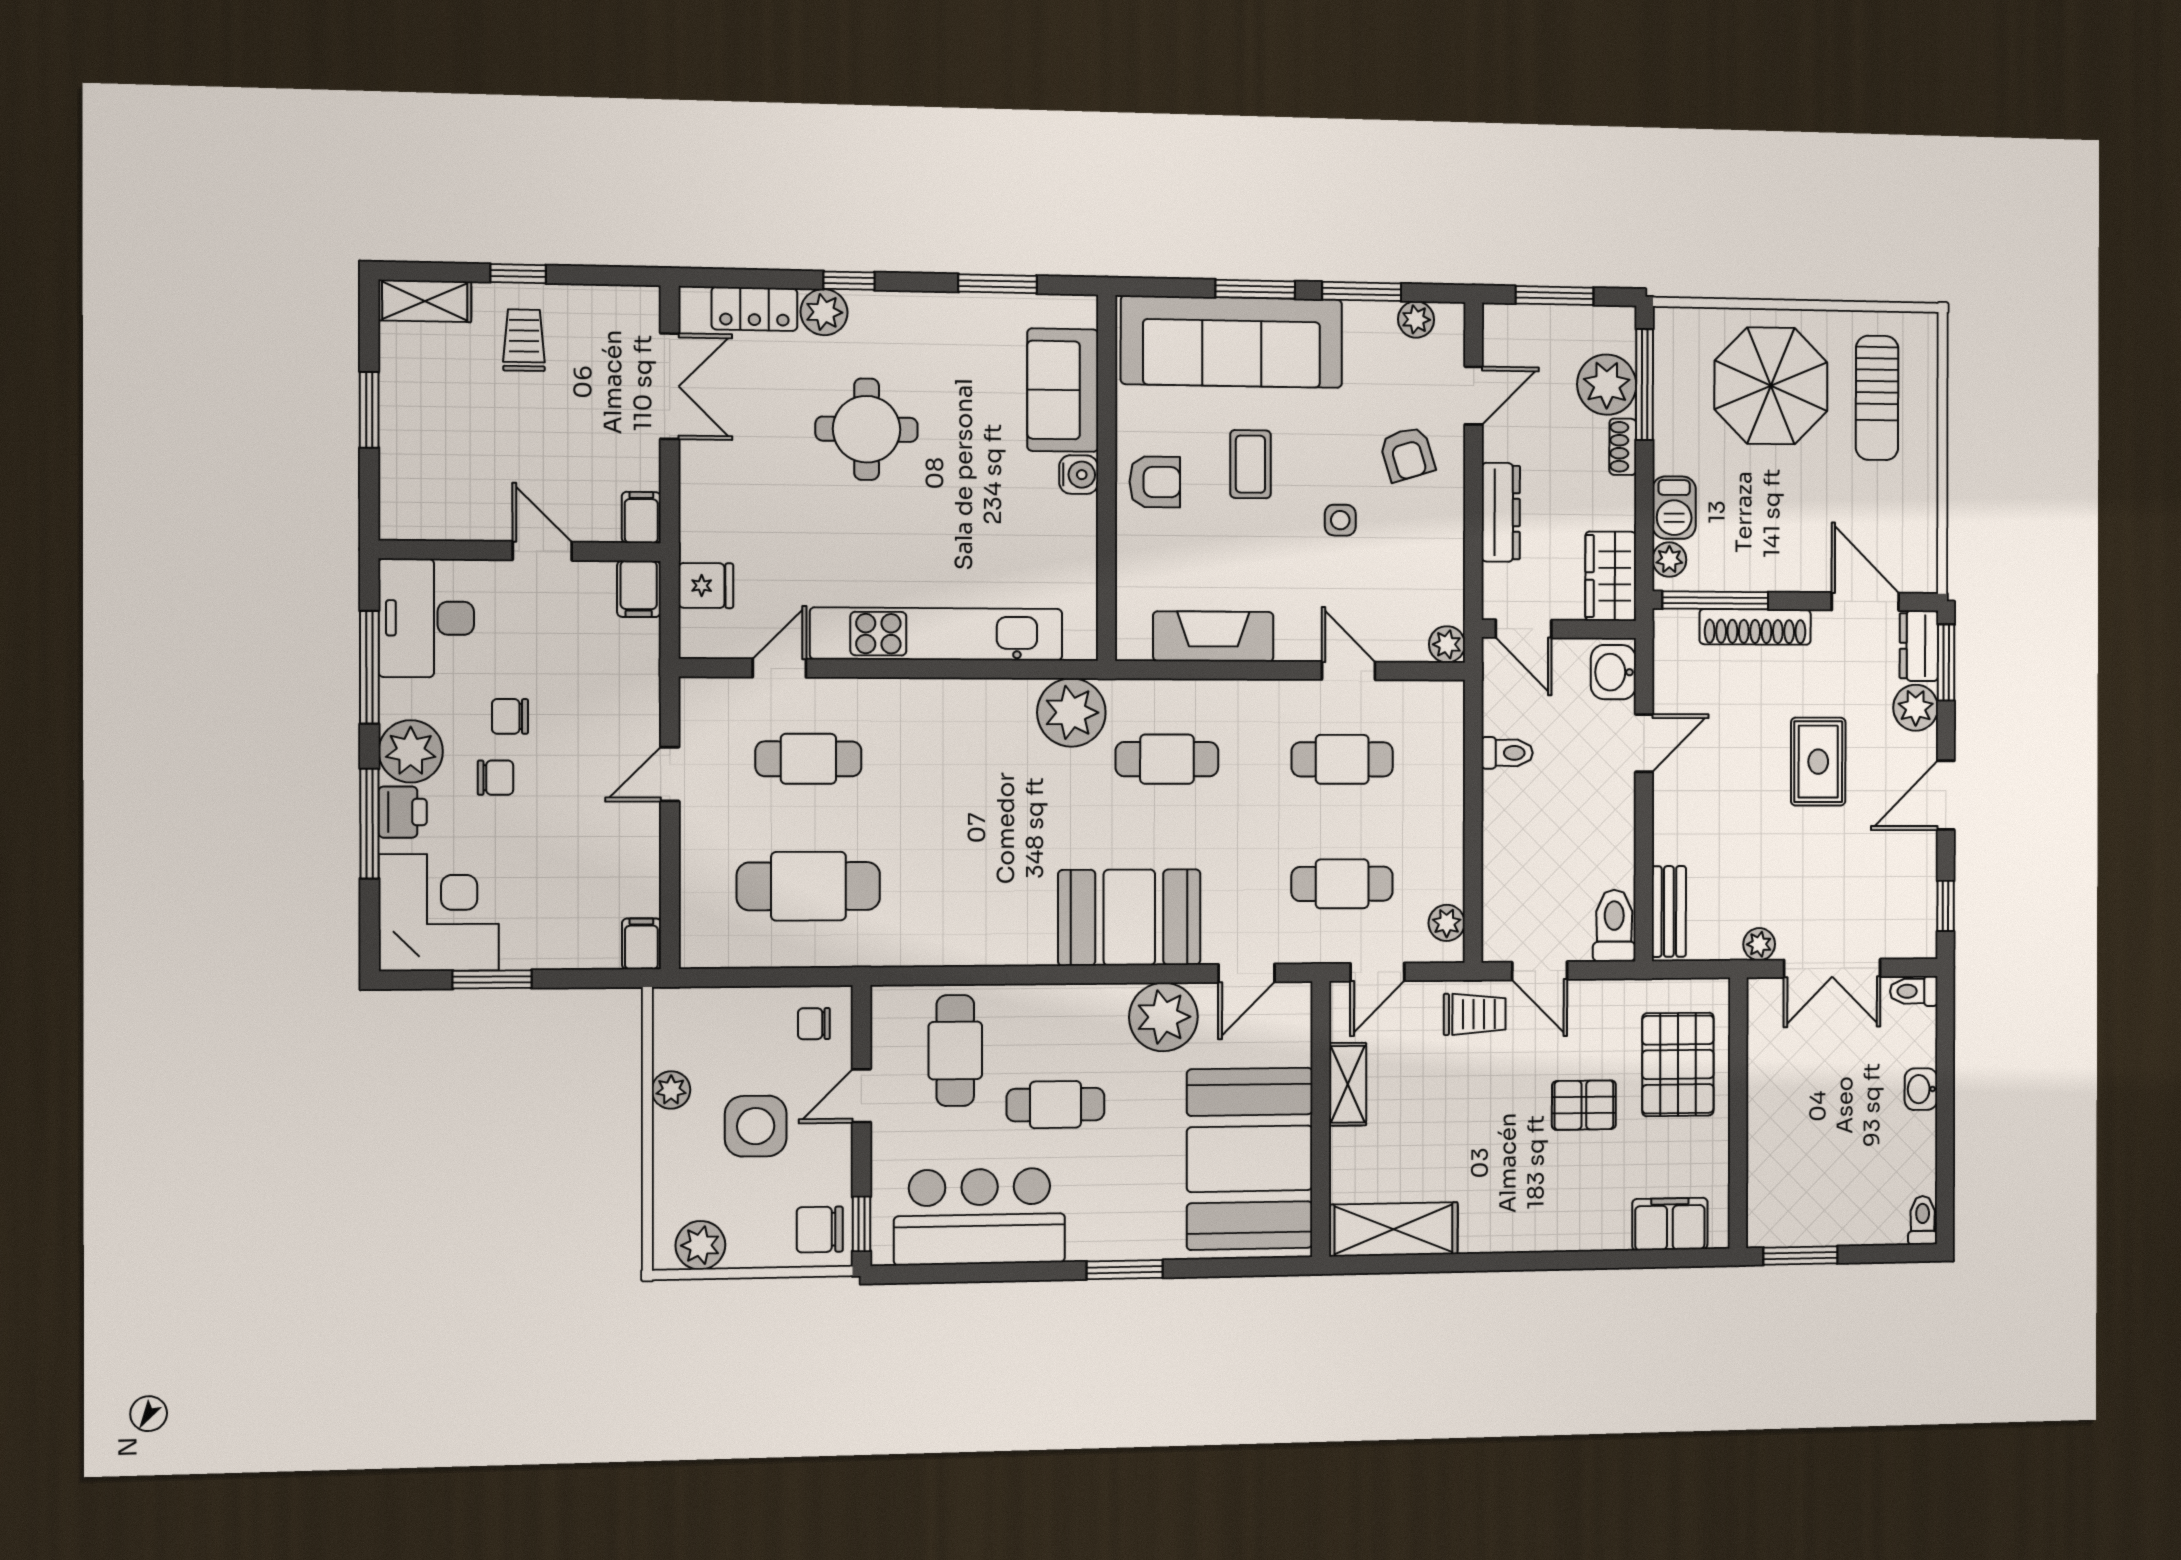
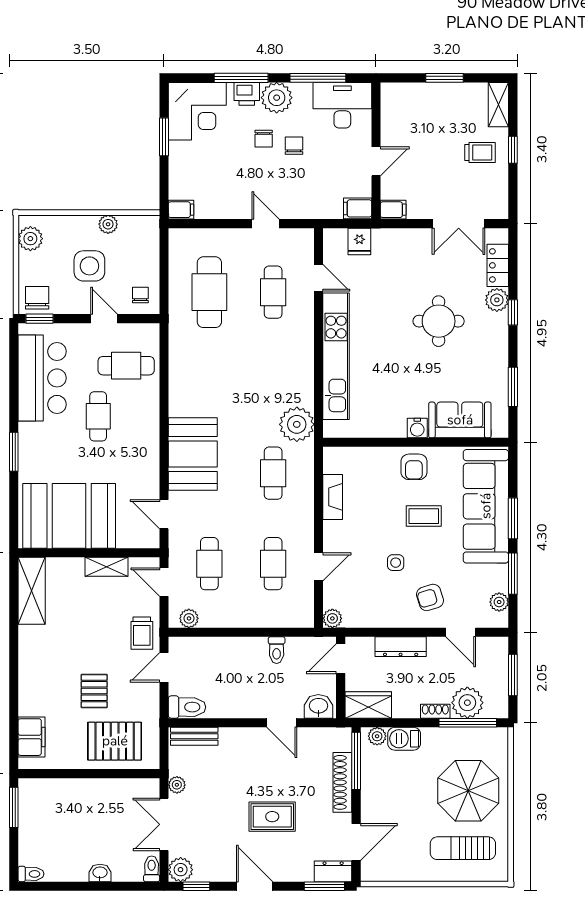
fireplace: (1213, 636) -> (333, 497), width x0.73, depth x0.76
plant: (1916, 708) -> (181, 870), moved
plant: (1163, 1017) -> (142, 471), removed

